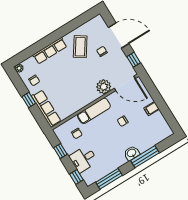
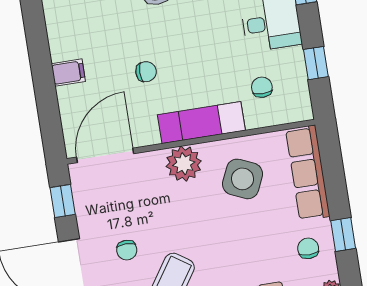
door: (125, 83) -> (105, 155), hinge flipped
plant: (104, 87) -> (184, 164), moved
side table: (70, 96) -> (243, 179), added
window: (29, 100) -> (343, 235), moved

